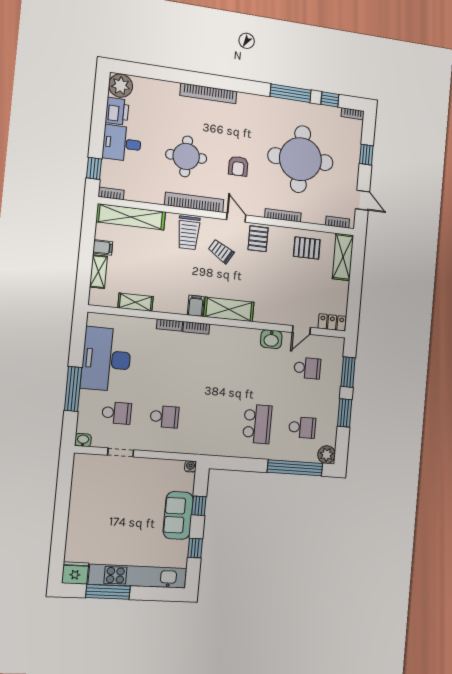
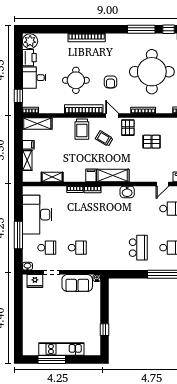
shelving: (131, 217) -> (37, 123), width x0.68
pallet: (307, 248) -> (152, 142), moved
washbasin: (271, 339) -> (127, 192), moved
window: (199, 506) -> (105, 303), removed
sofa: (178, 515) -> (77, 283), moved, turned -90
fridge: (75, 573) -> (35, 281), moved, turned 180
kitchen unit: (138, 576) -> (61, 349), width x0.73

